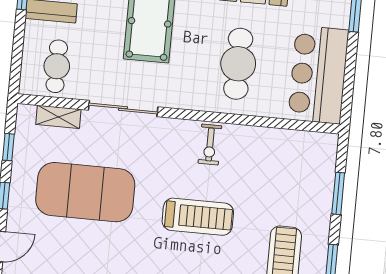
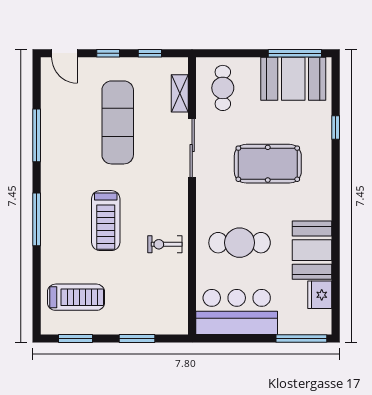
cafe table: (57, 66) -> (223, 88), turned 90
exercise bike: (210, 144) -> (165, 244), moved
exercise mat: (85, 192) -> (118, 122), width x0.68

